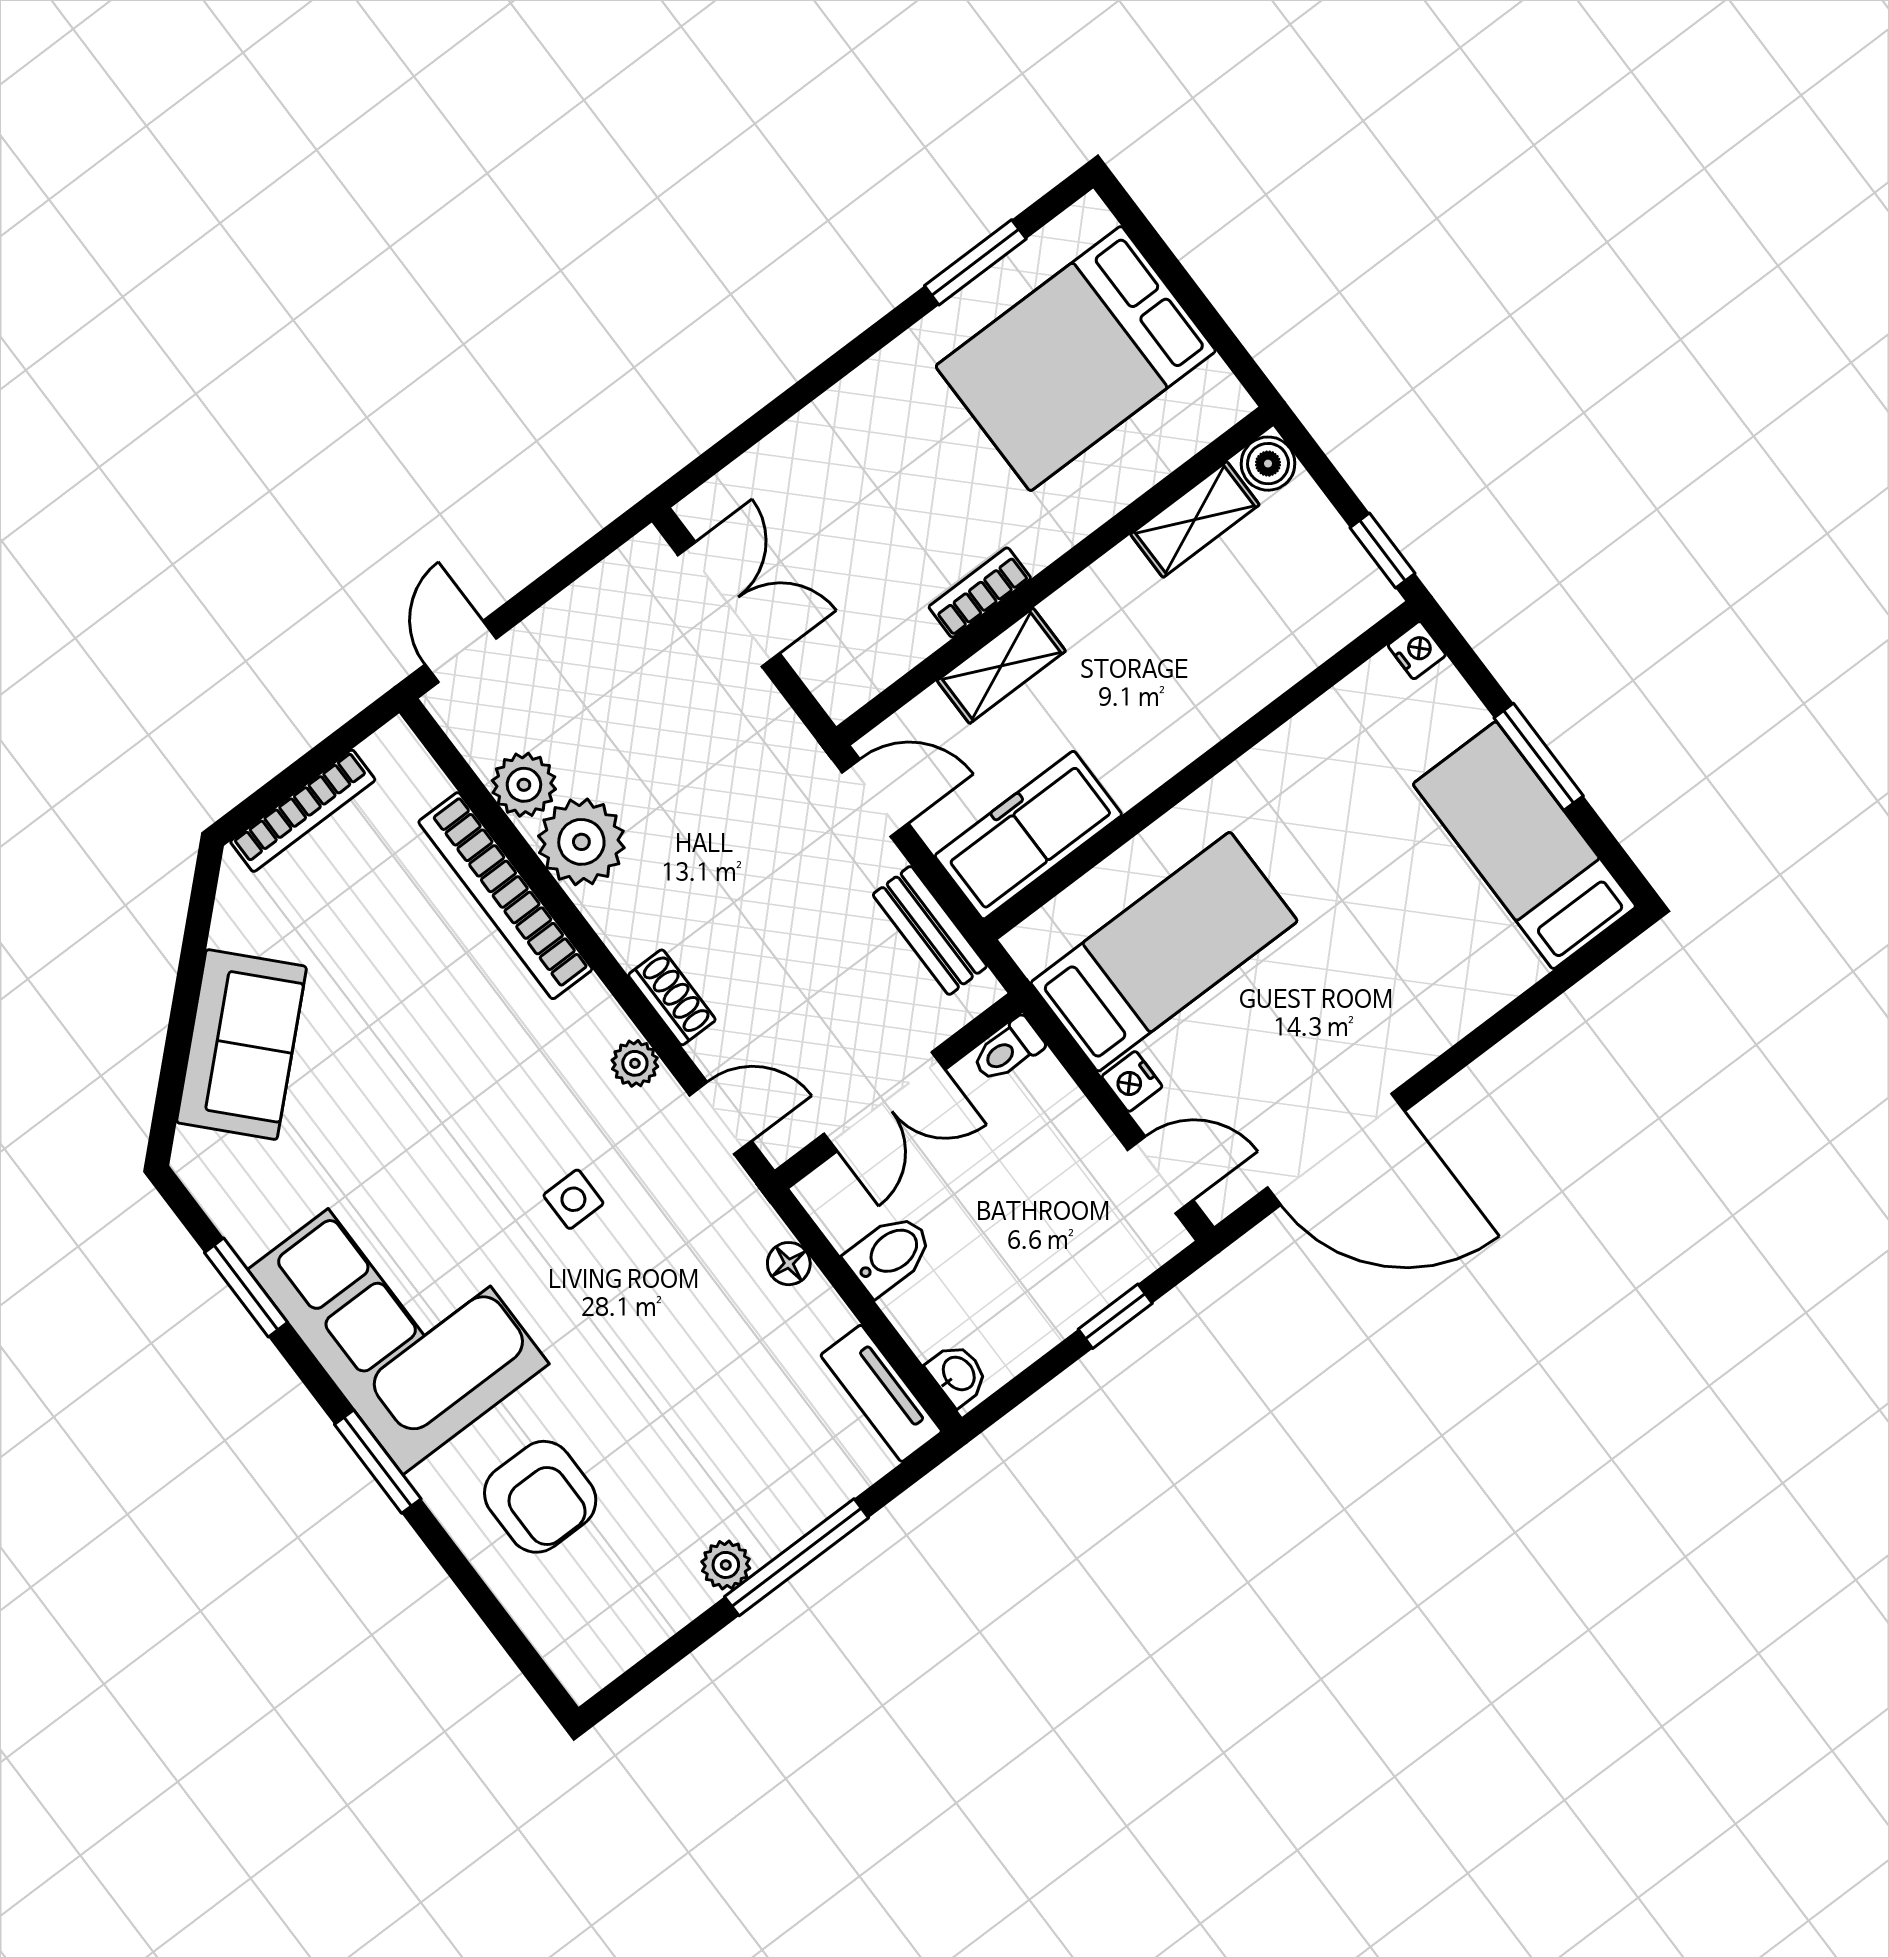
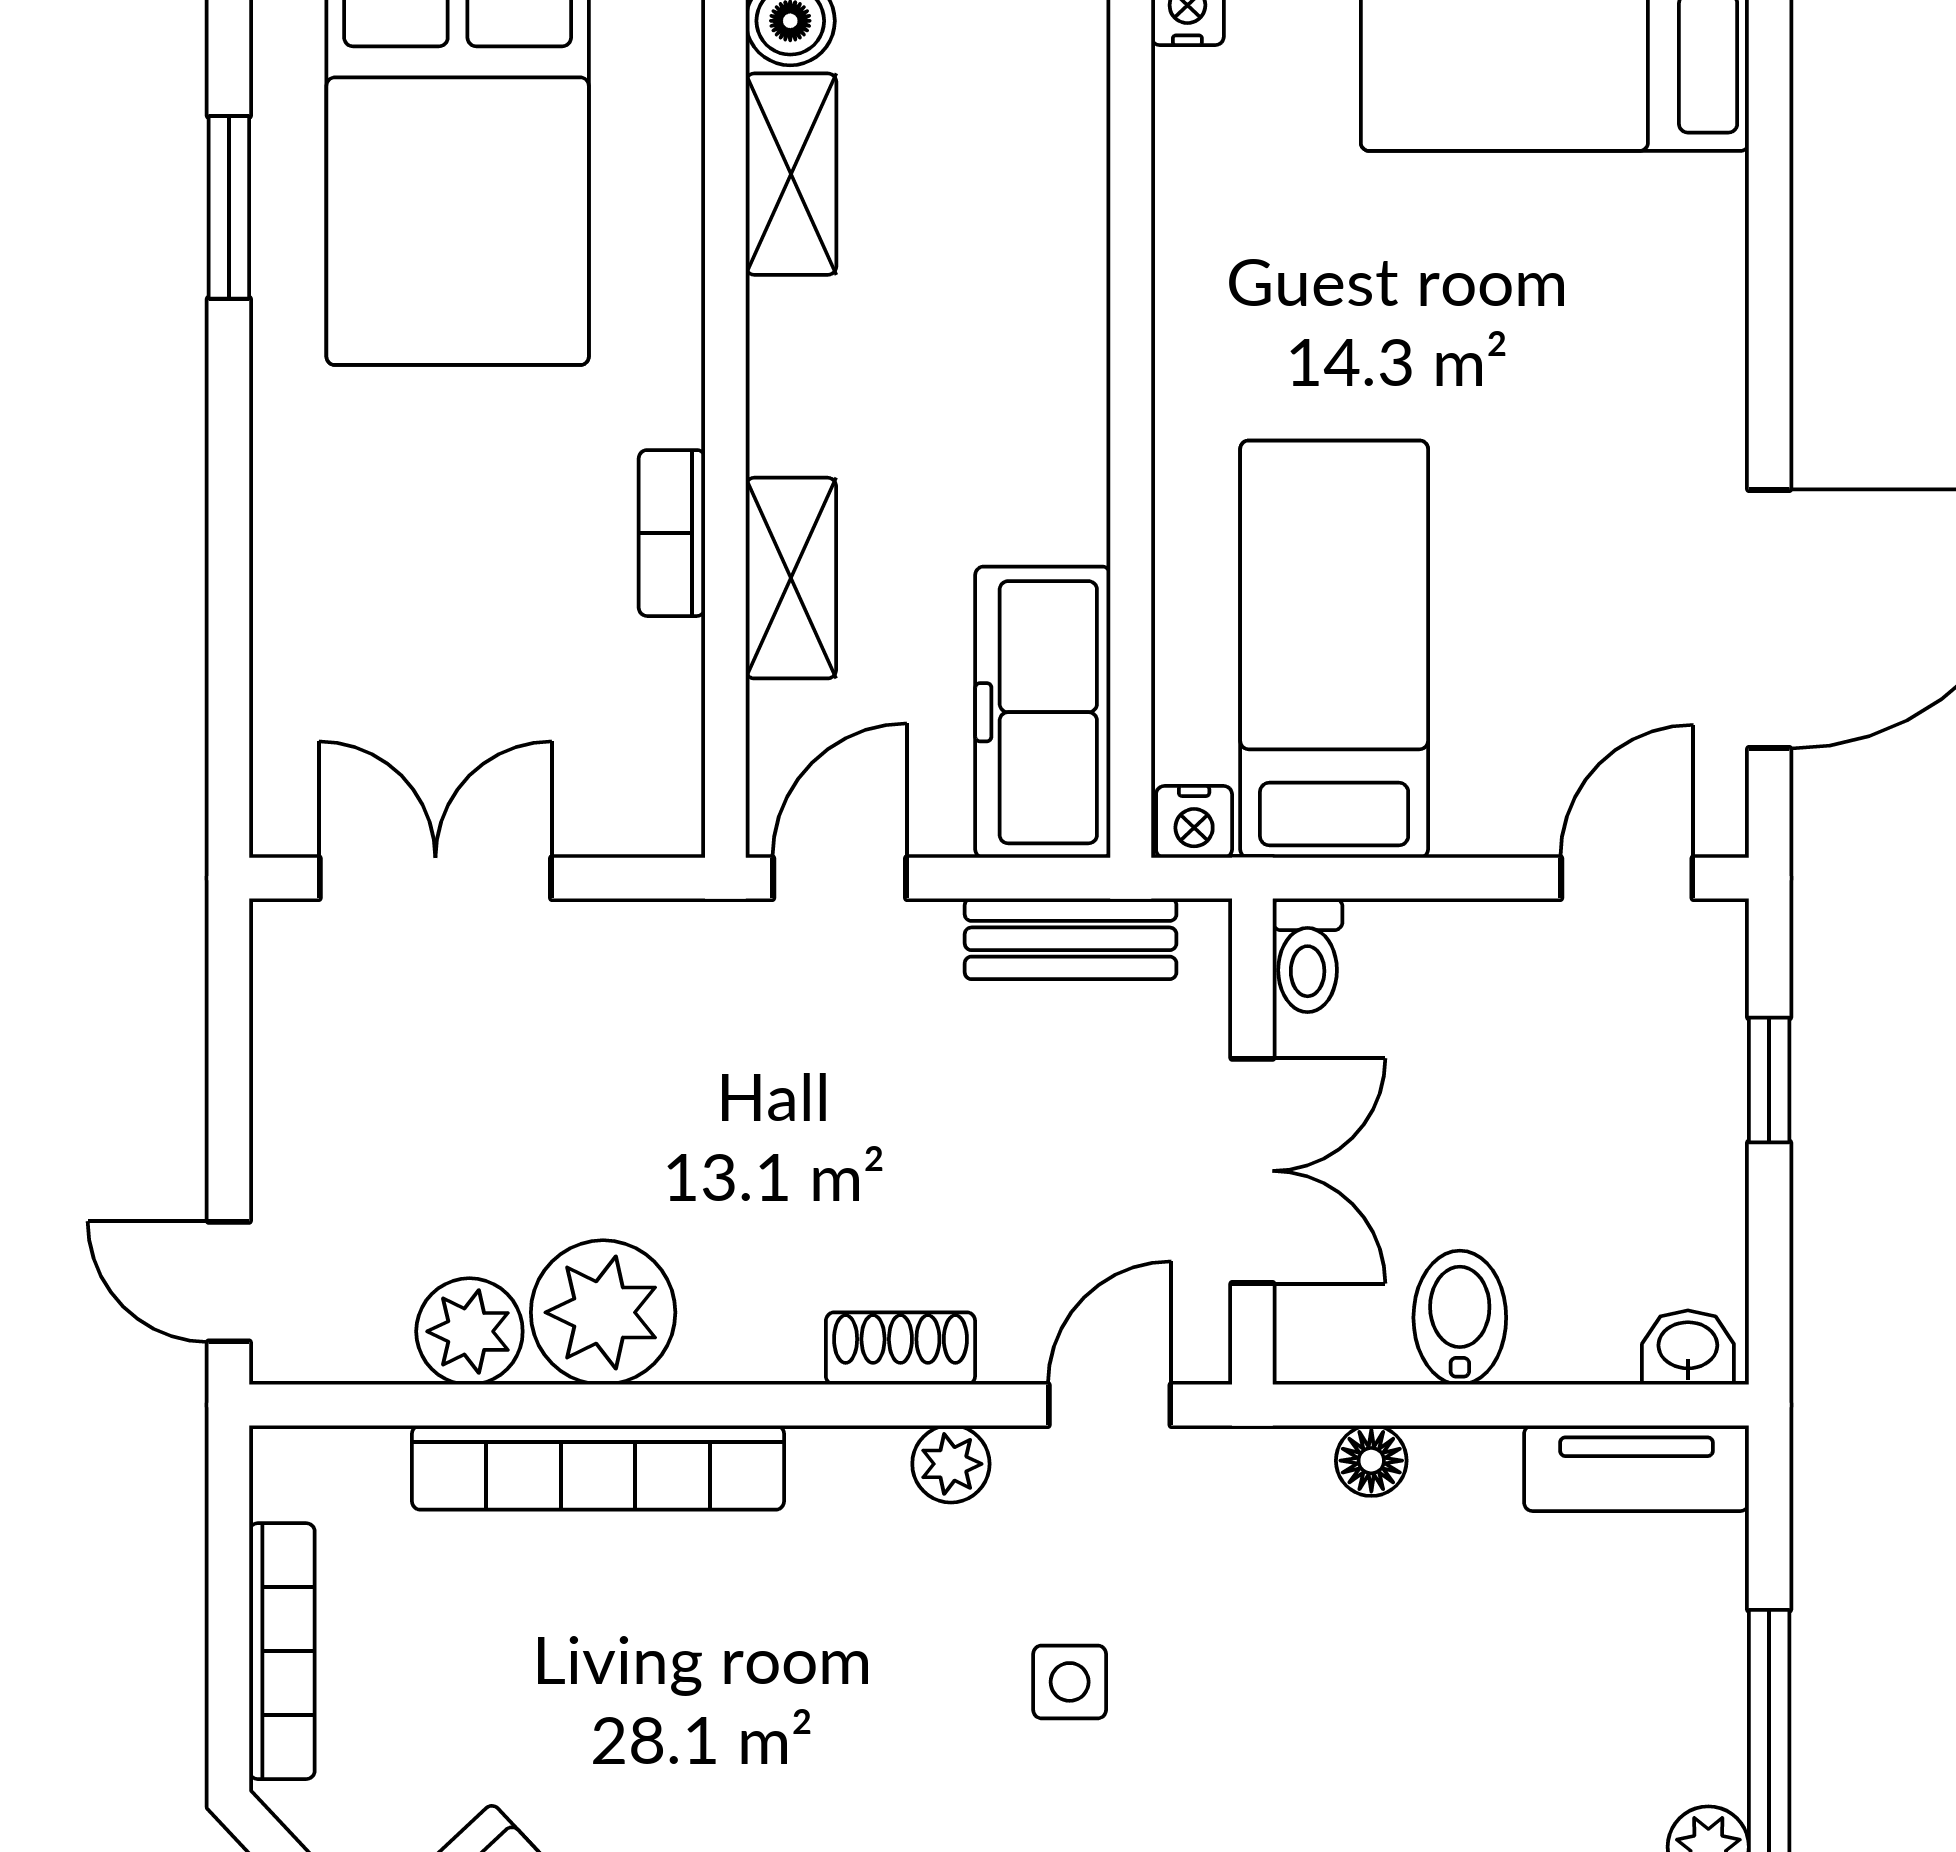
nightstand: (1132, 1081) -> (1194, 822), moved

